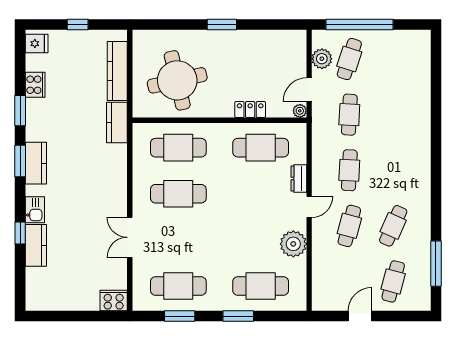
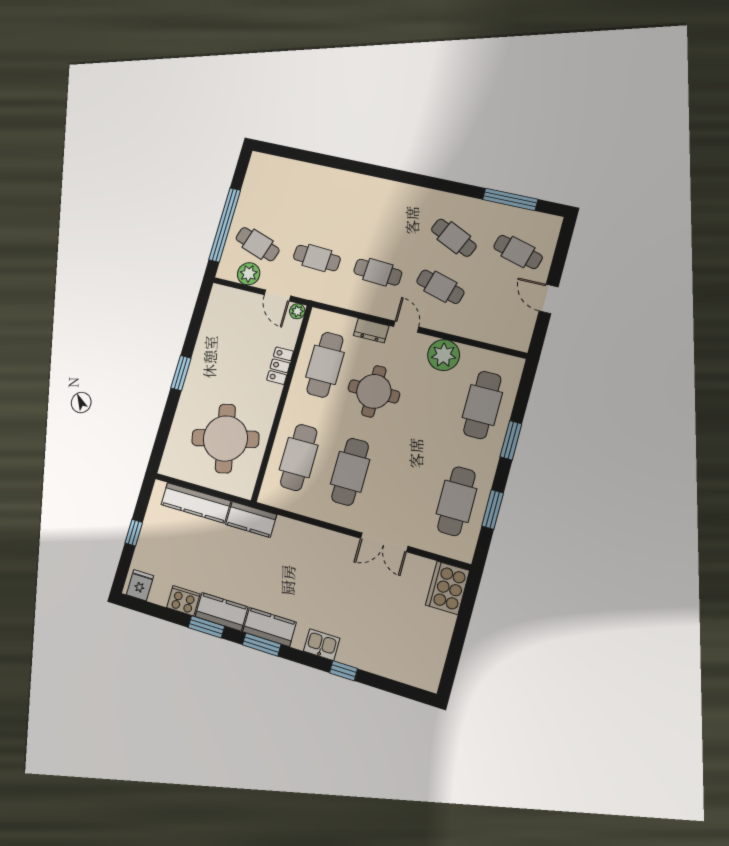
round table: (249, 195) -> (374, 391), added
kitchen counter: (36, 245) -> (222, 612), moved
cooker: (114, 300) -> (447, 588), width x1.37, depth x1.31

